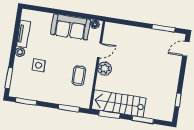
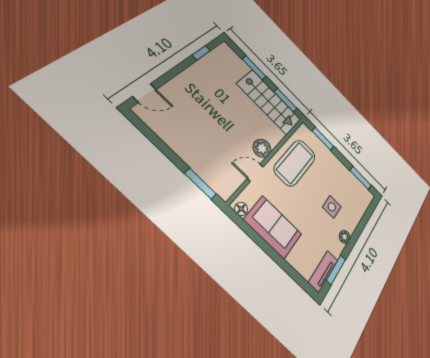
window: (163, 28) -> (200, 184), moved
tv unit: (23, 34) -> (323, 271), moved
coffee table: (79, 76) -> (295, 163), width x1.86, depth x1.72
window: (9, 78) -> (336, 270), moved

